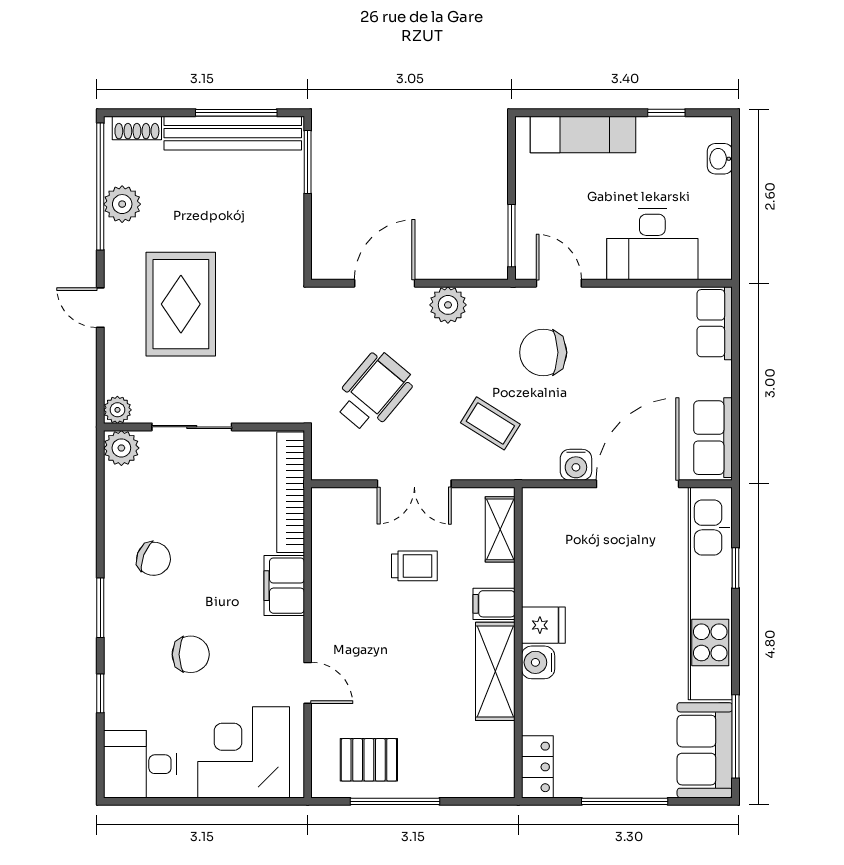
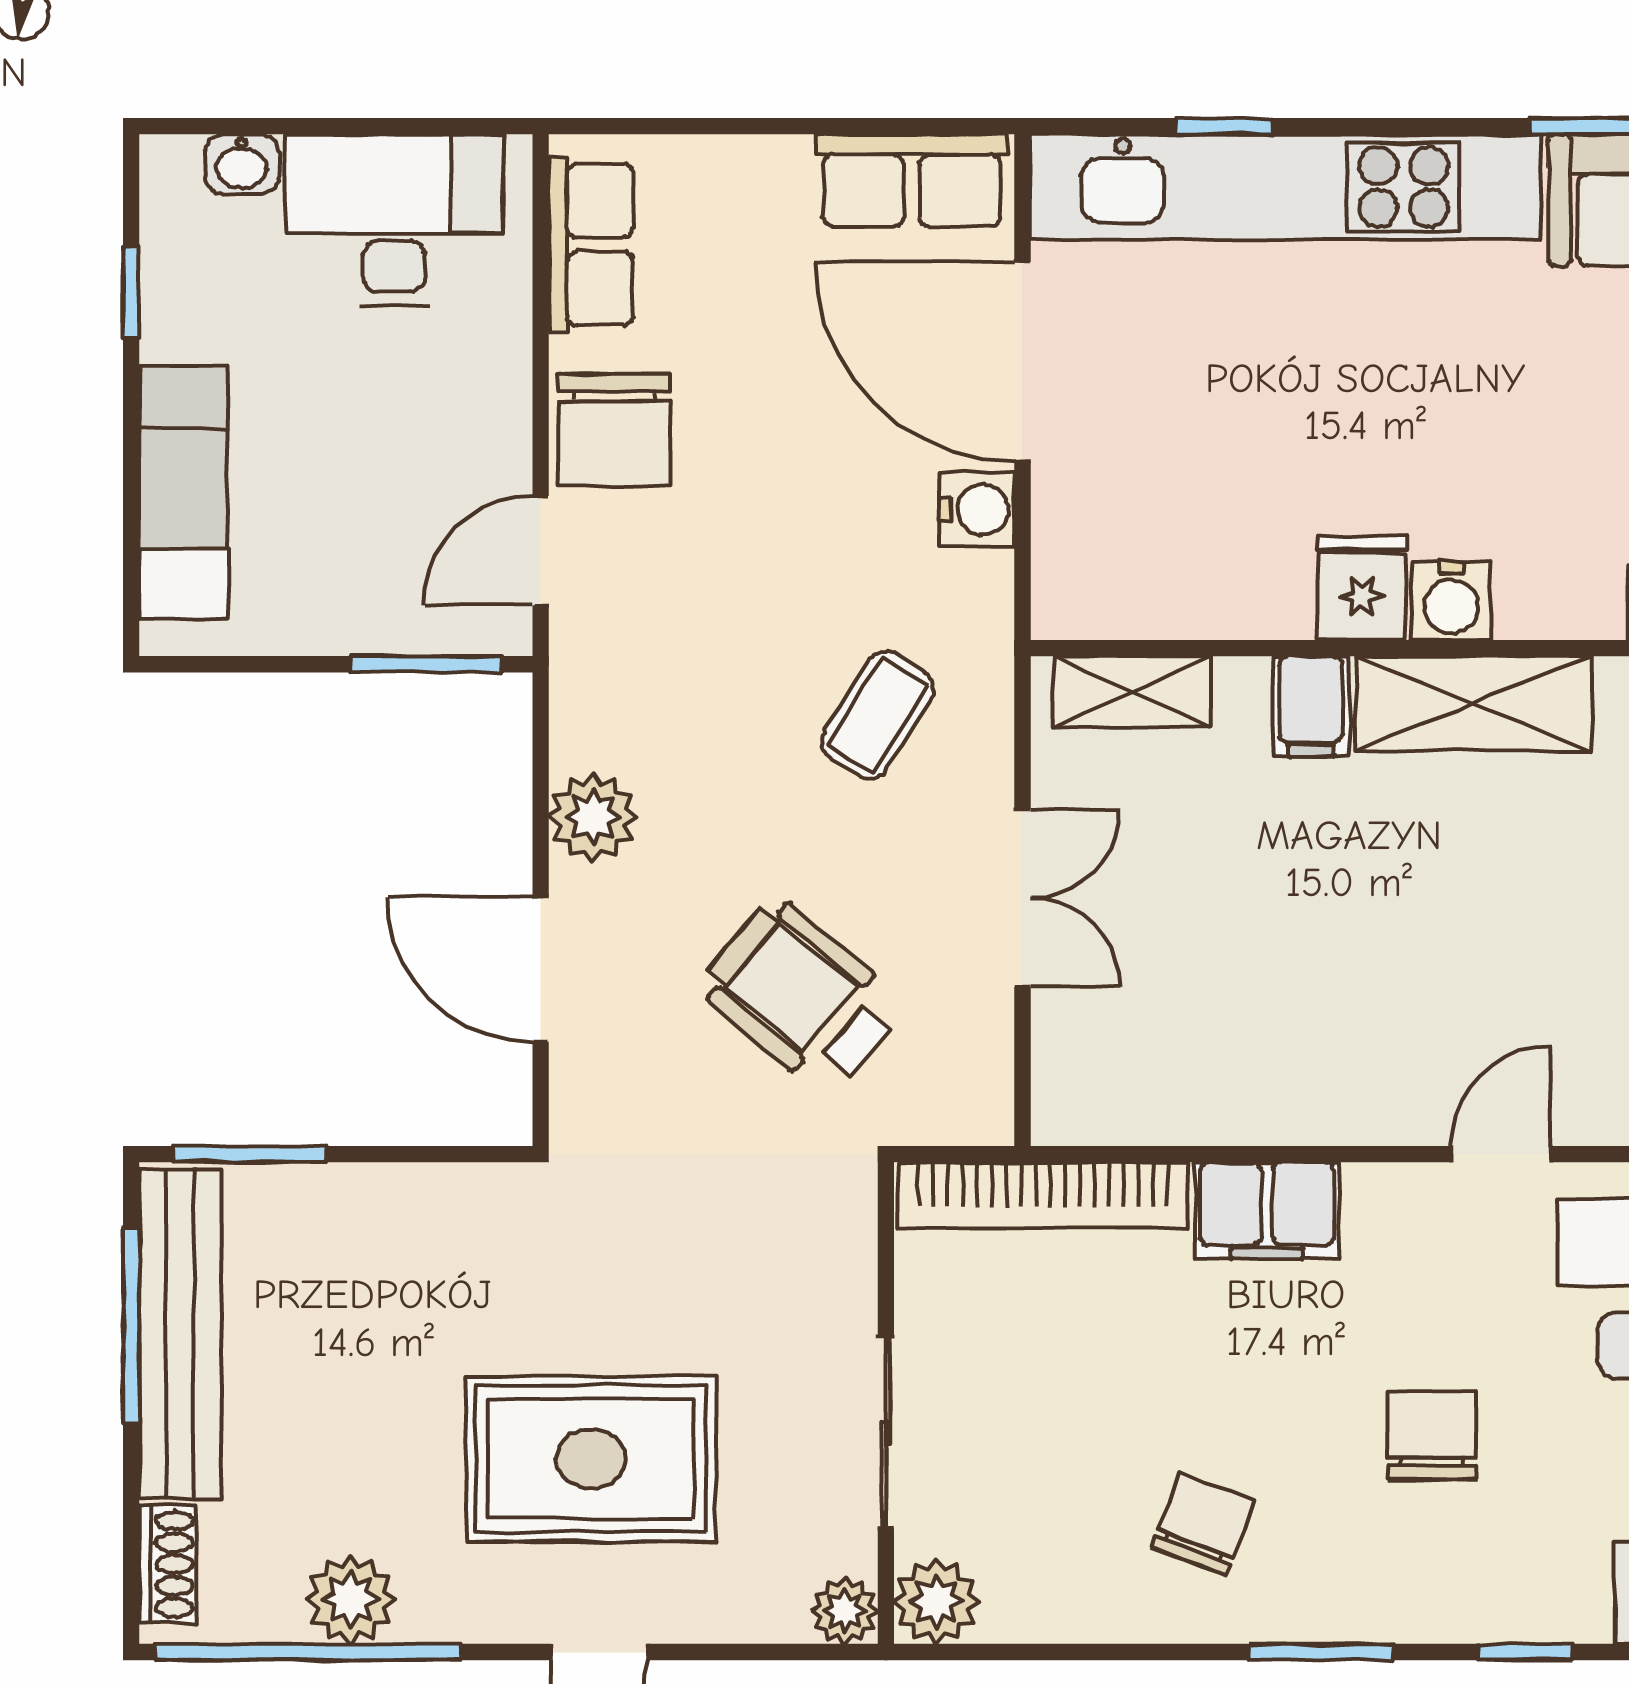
desk: (652, 244) -> (394, 220), moved, turned -90
row of seats: (715, 323) -> (591, 245), moved, turned -90
chair: (543, 352) -> (614, 430), moved
trolley: (414, 566) -> (1220, 898), removed

